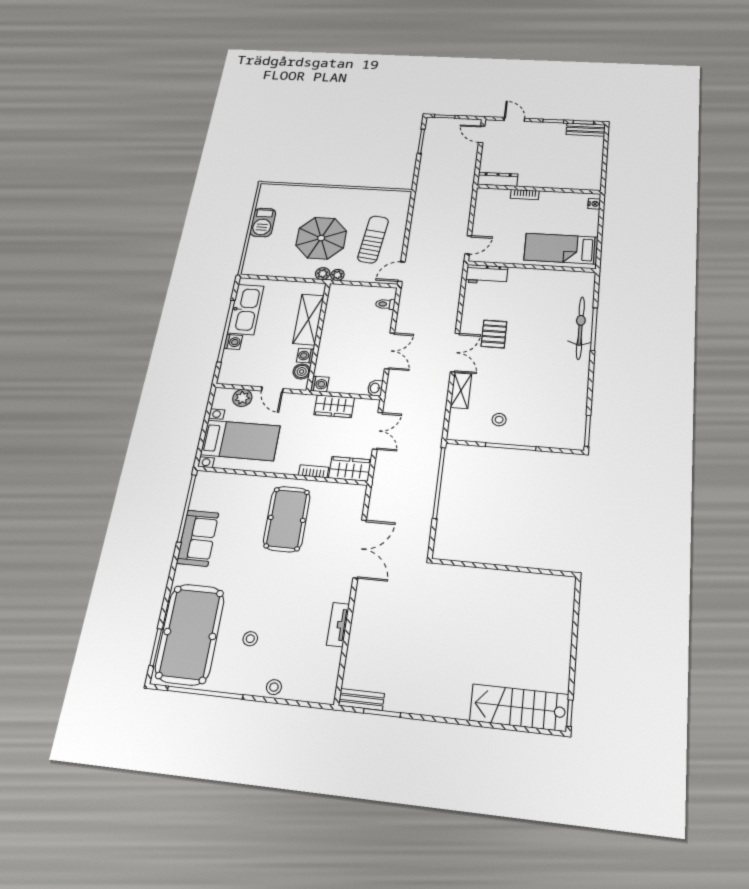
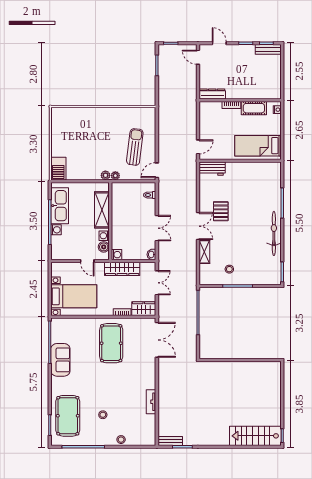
cot: (559, 200) -> (254, 108), added
barbecue: (263, 222) -> (58, 169), moved
parasol: (321, 238) -> (100, 148), removed
bicycle: (580, 328) -> (274, 233), moved
plant: (242, 398) -> (70, 268), removed
wardrobe: (334, 406) -> (122, 269), width x1.50
double door: (360, 549) -> (157, 340), moved
pool table: (190, 634) -> (68, 416), width x0.73, depth x0.76

